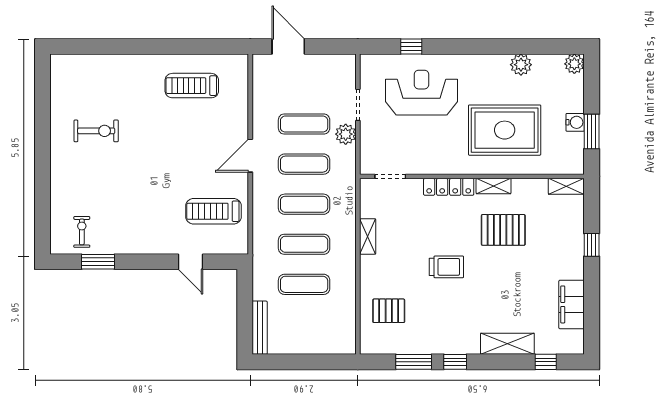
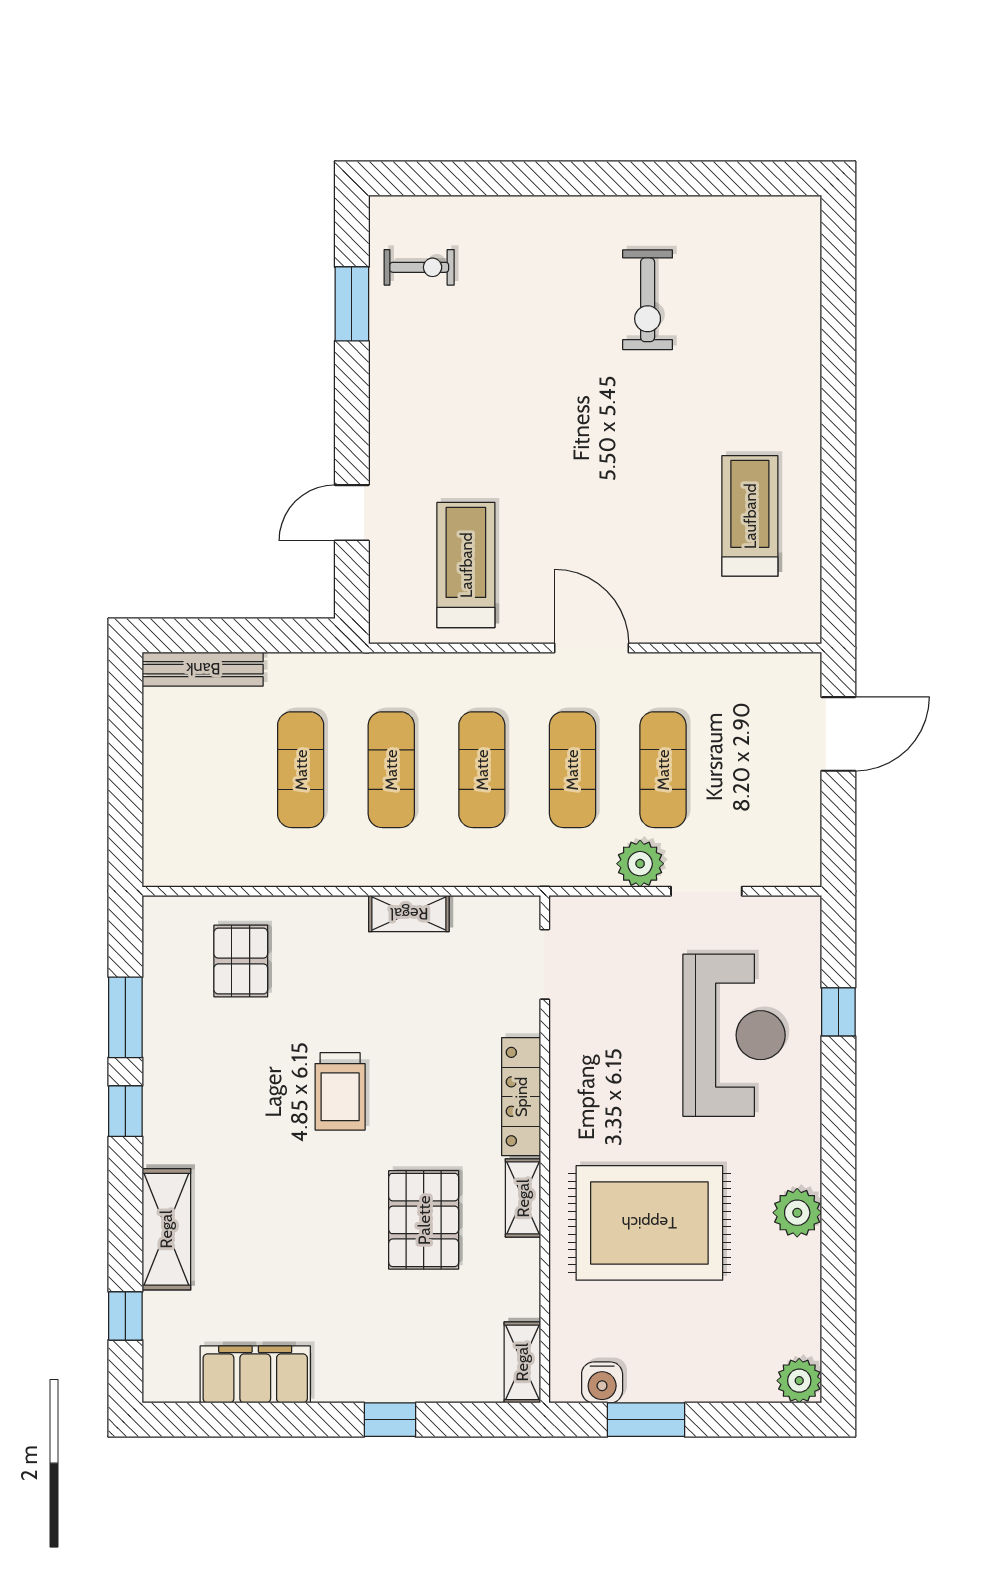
plant: (521, 65) -> (797, 1213), moved
water cooler: (575, 122) -> (602, 1382), moved
rug: (505, 130) -> (649, 1223), turned 90

